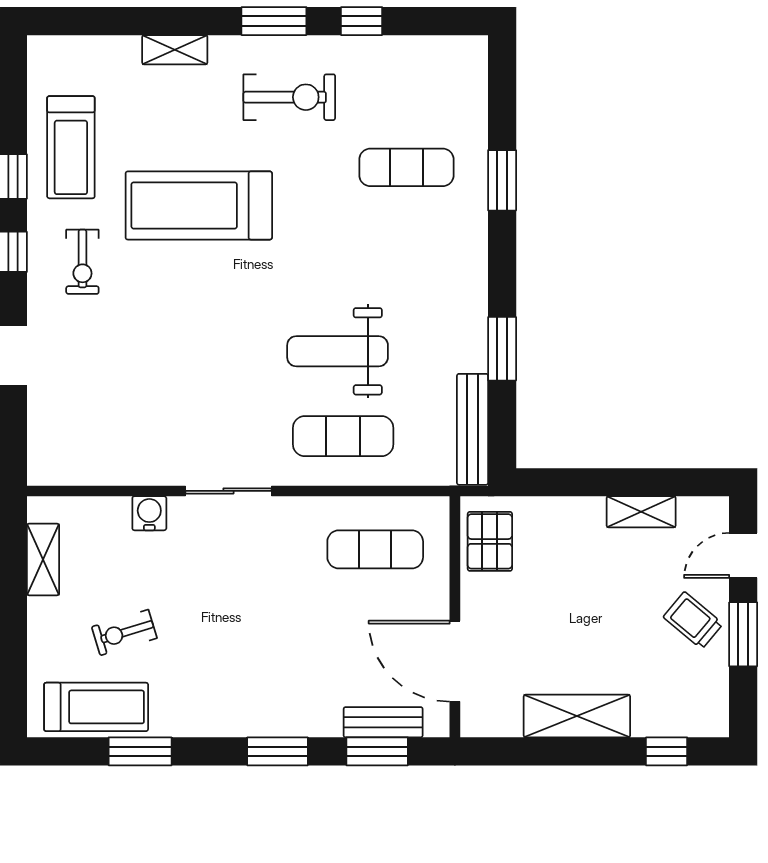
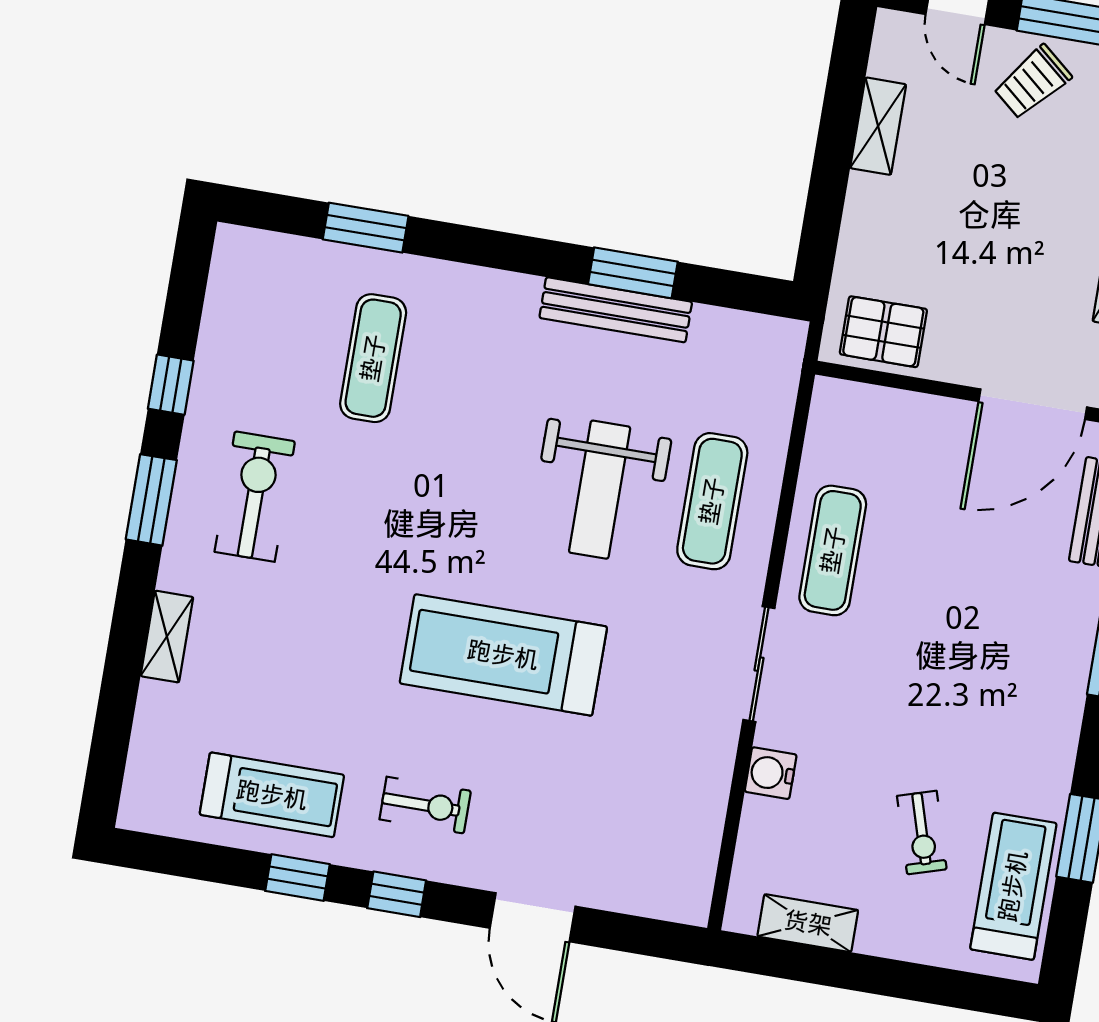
window: (502, 180) -> (366, 228), moved
treadmill: (199, 205) -> (503, 655), moved, turned 90
bench: (473, 429) -> (616, 310), moved
exercise mat: (375, 549) -> (833, 550), moved

